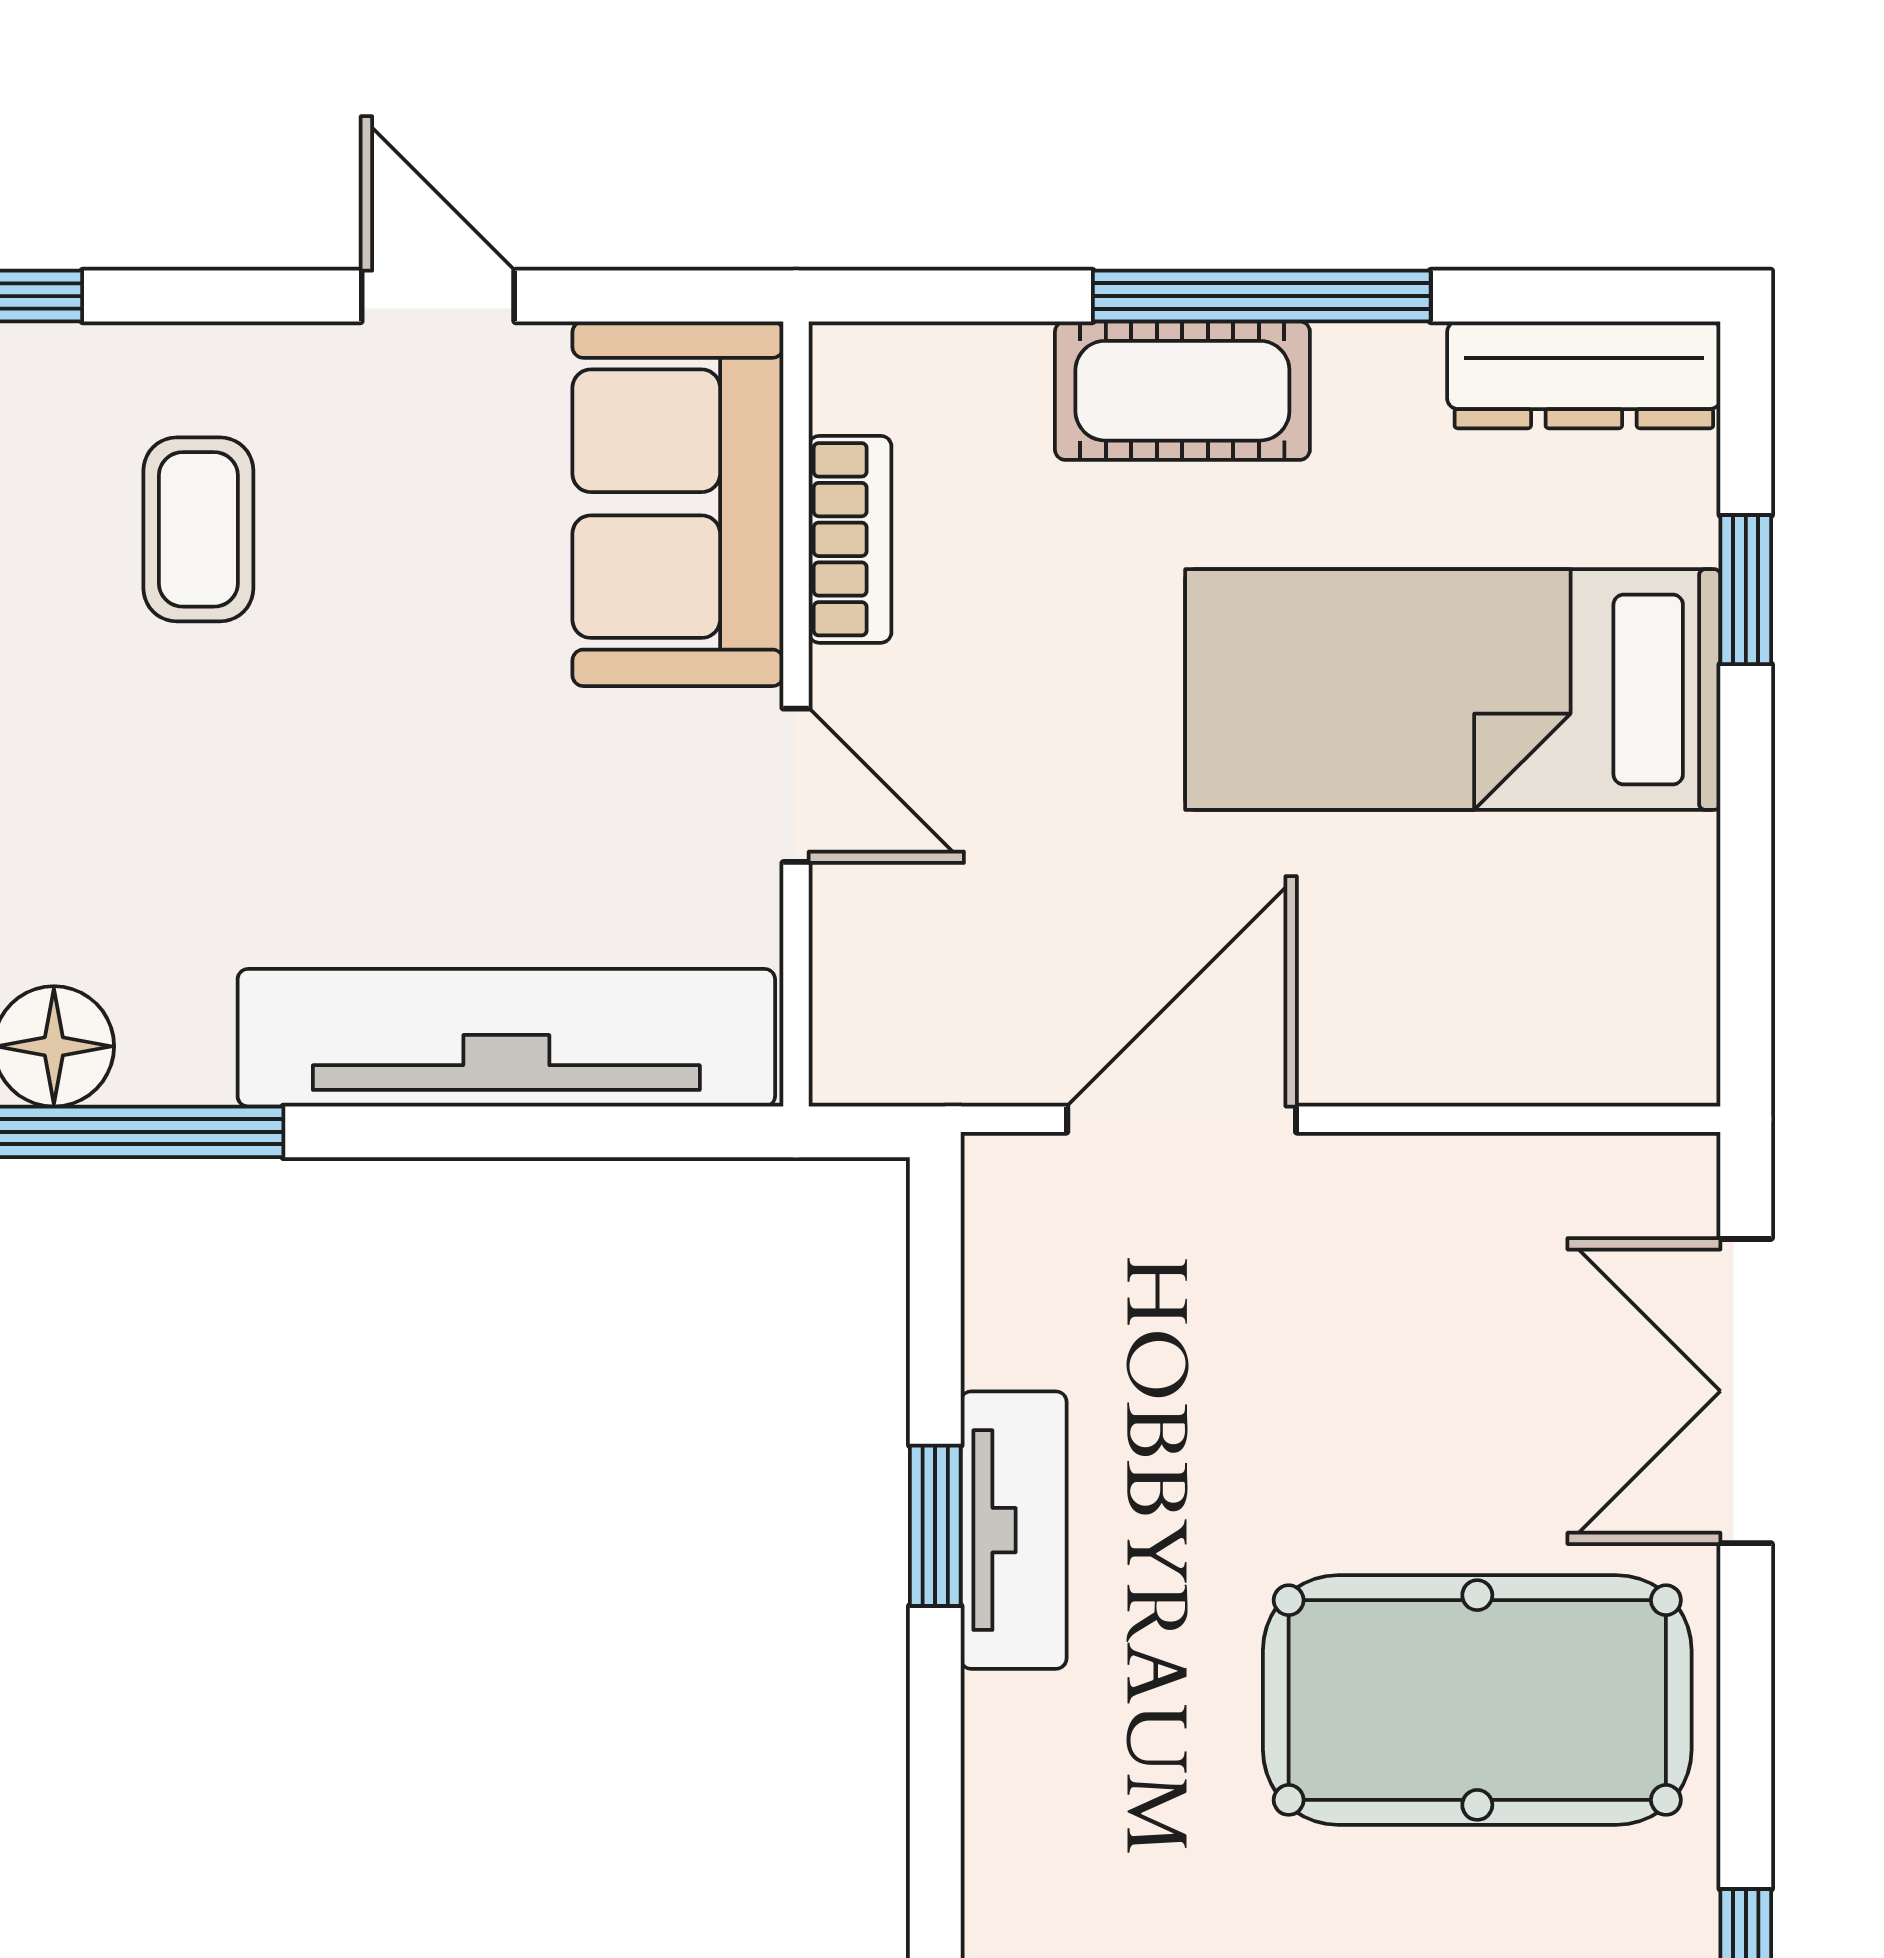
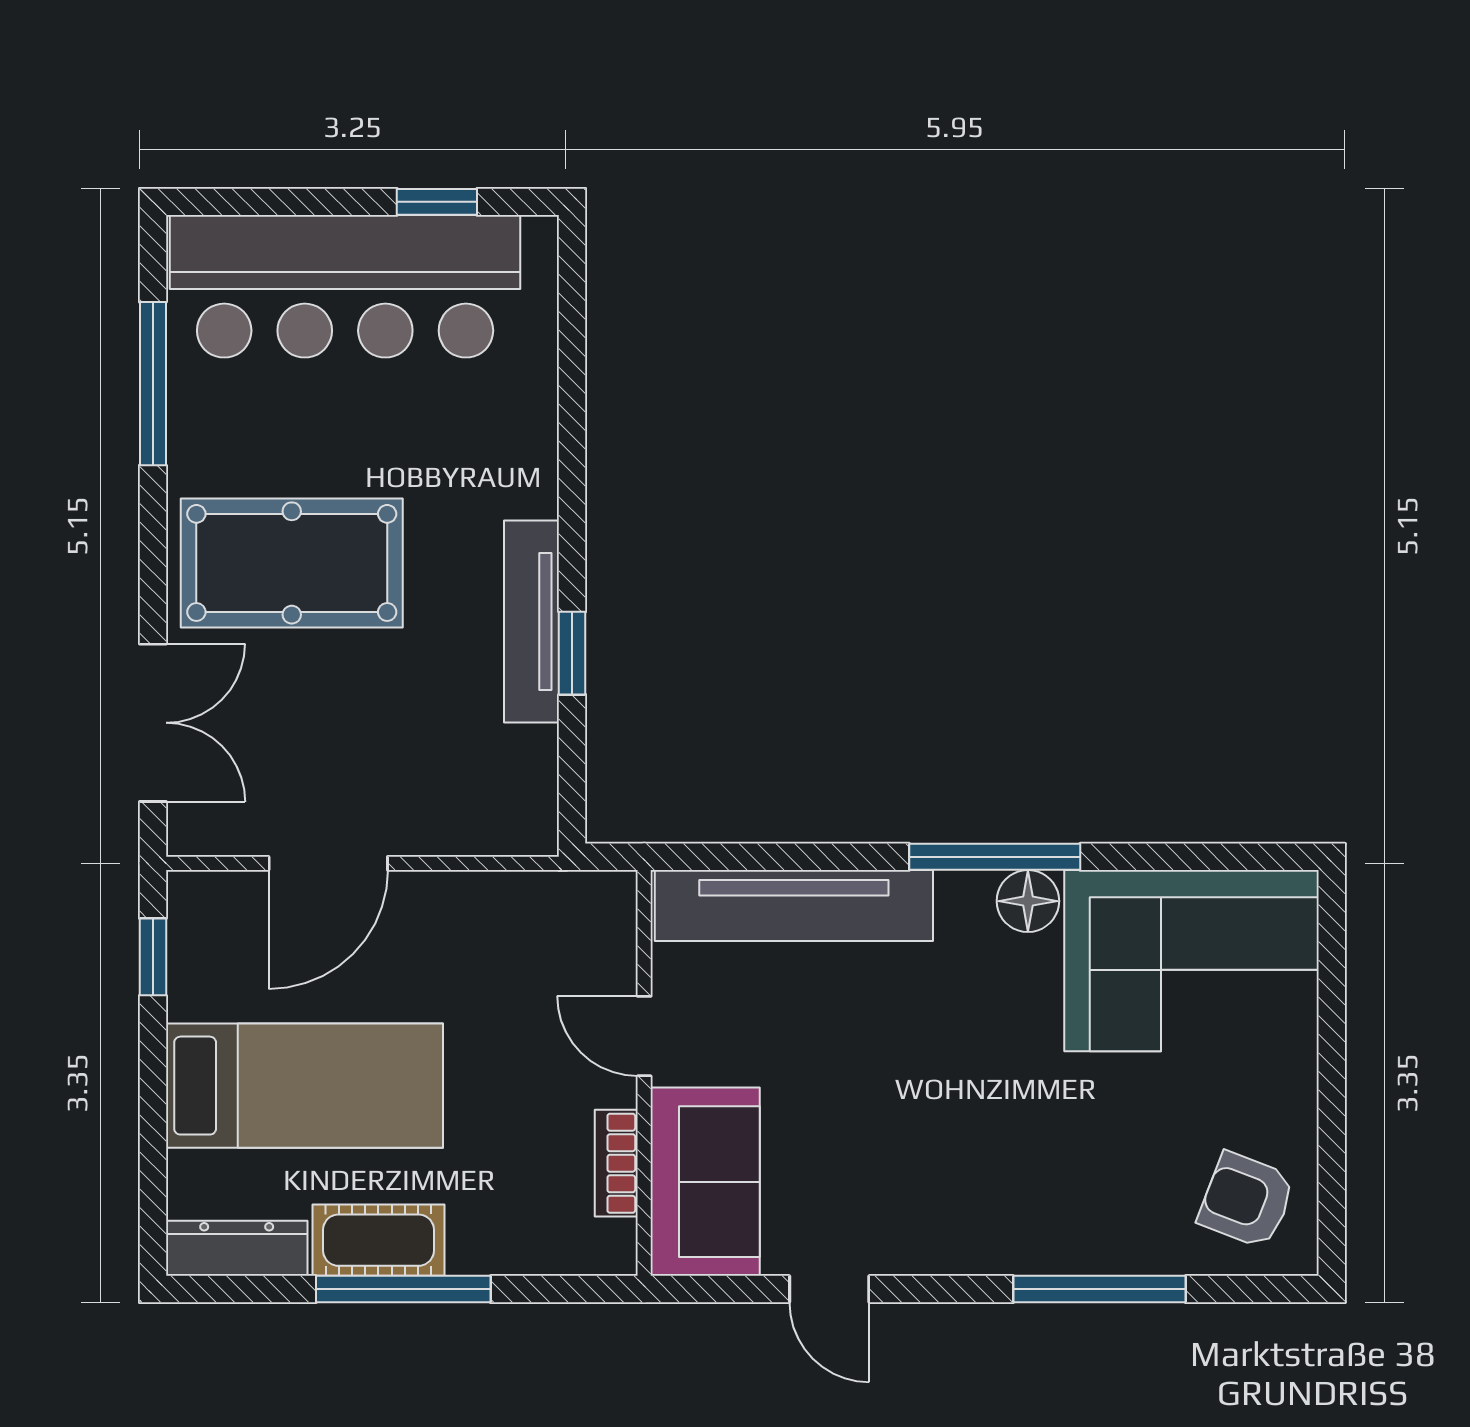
cot: (1182, 391) -> (378, 1240), moved
coffee table: (198, 529) -> (953, 1168), removed
window: (1746, 590) -> (153, 957), moved
door: (1182, 1119) -> (328, 863), moved
tv unit: (1014, 1530) -> (532, 621), width x1.41

